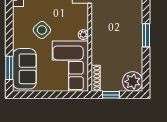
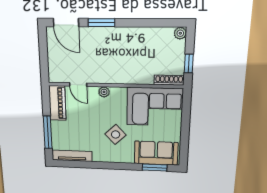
plant: (83, 35) -> (104, 92), moved
window: (146, 35) -> (101, 23), moved
plant: (133, 82) -> (180, 33), width x0.53, depth x0.53

